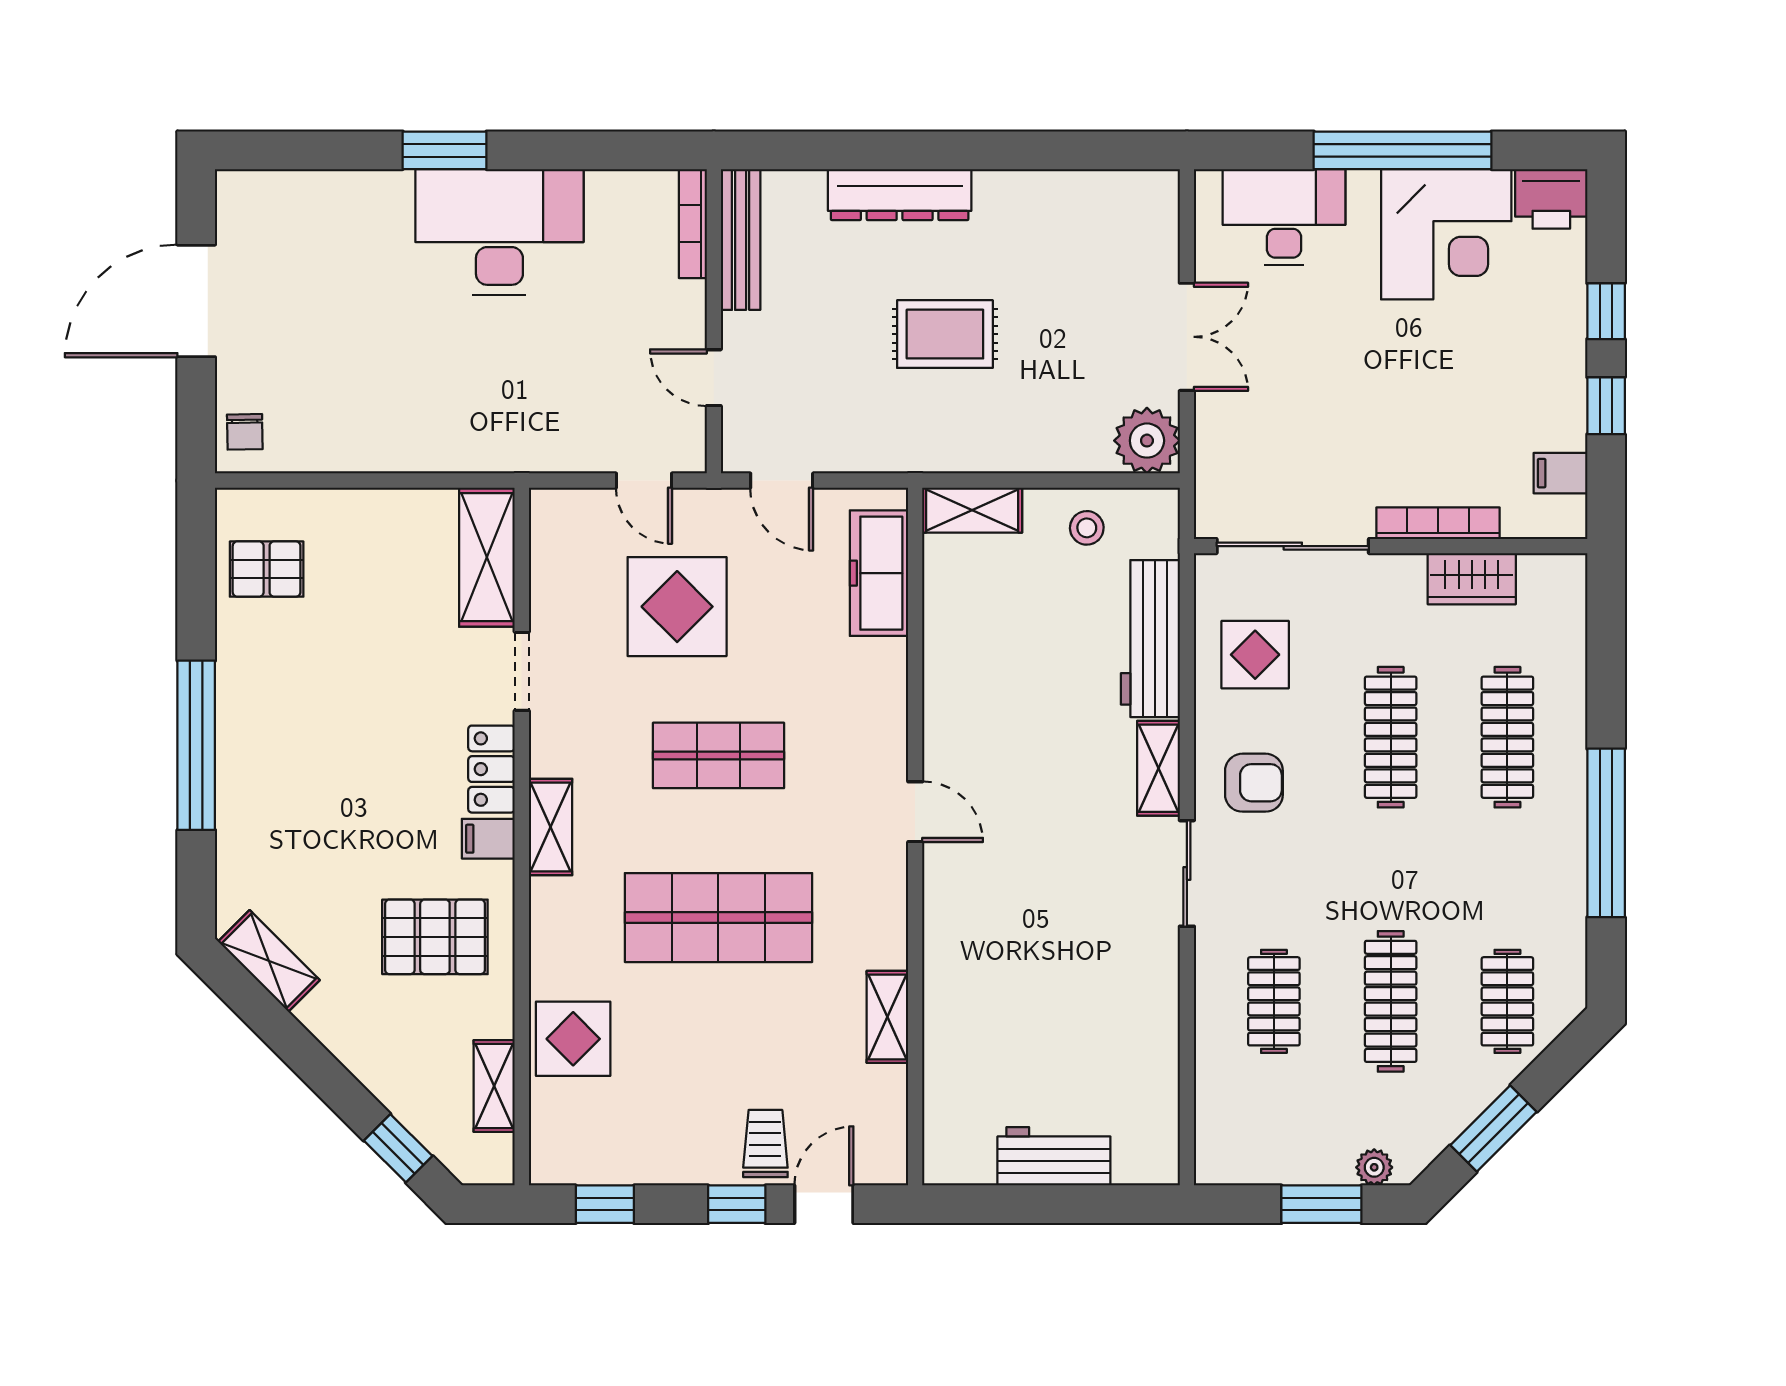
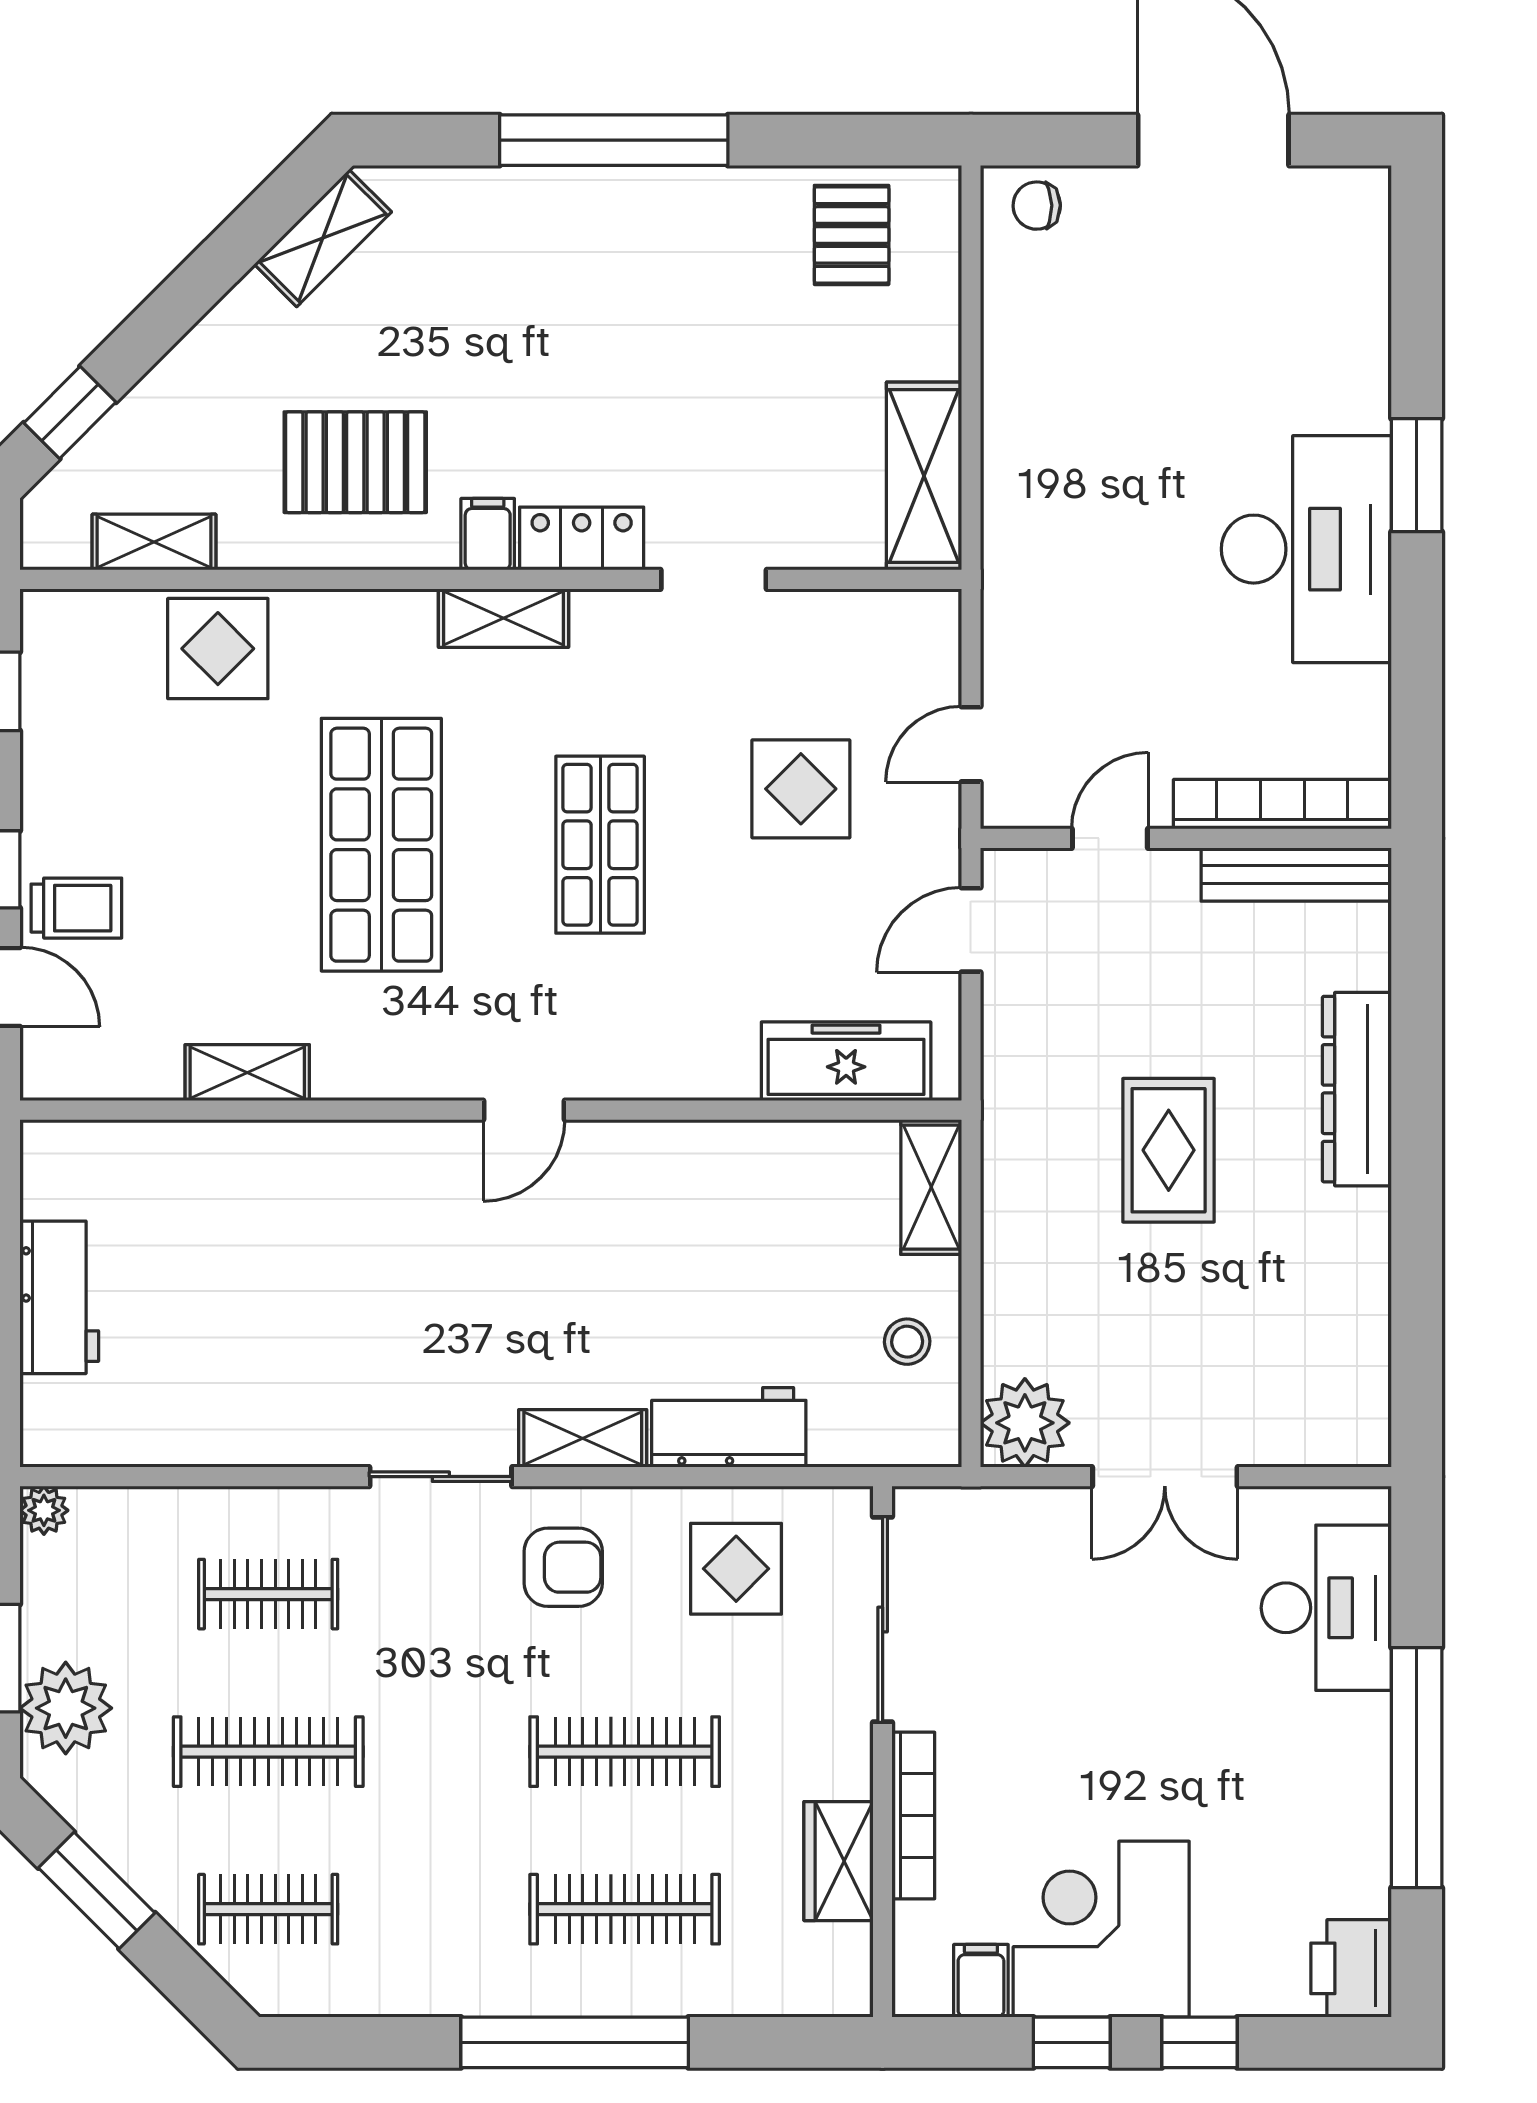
bookcase: (693, 224) -> (1282, 804), width x1.48, depth x1.31
corner desk: (1446, 234) -> (1101, 1929), moved, turned 90
shelving: (487, 557) -> (924, 476), moved, turned 90
display table: (677, 607) -> (801, 789), width x0.73, depth x0.73
workbench: (1150, 639) -> (729, 1427), width x0.73
armchair: (1254, 783) -> (563, 1567), turned -90
window: (1606, 833) -> (575, 2042), moved
pallet: (435, 937) -> (355, 462), turned 90
plant: (1374, 1167) -> (66, 1708), width x1.88, depth x1.88
plant: (1212, 1168) -> (44, 1510), added

